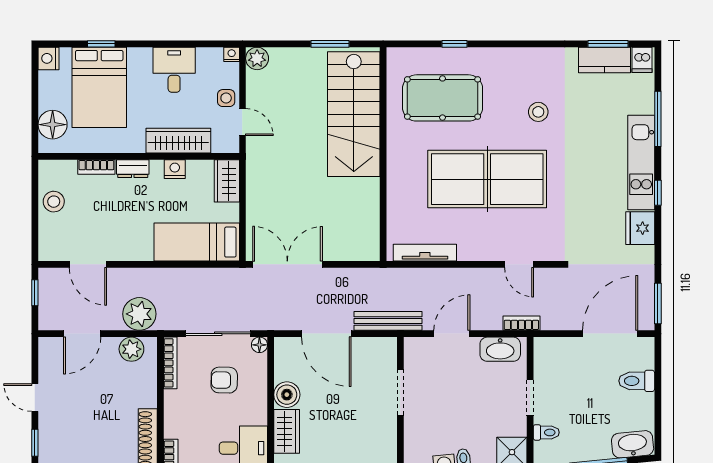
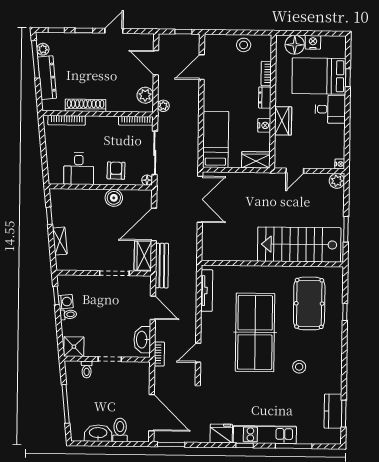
nightstand: (49, 58) -> (313, 42), moved
dishwasher: (642, 60) -> (333, 436), removed
desk: (174, 70) -> (330, 109), moved
side table: (226, 98) -> (311, 160), removed
wardrobe: (178, 141) -> (283, 121), width x0.67
plant: (139, 314) -> (163, 106), width x0.53, depth x0.53
armchair: (224, 380) -> (116, 171), moved
wardrobe: (287, 431) -> (143, 256), moved, turned 90
washbasin: (633, 444) -> (98, 433), moved, turned -84

